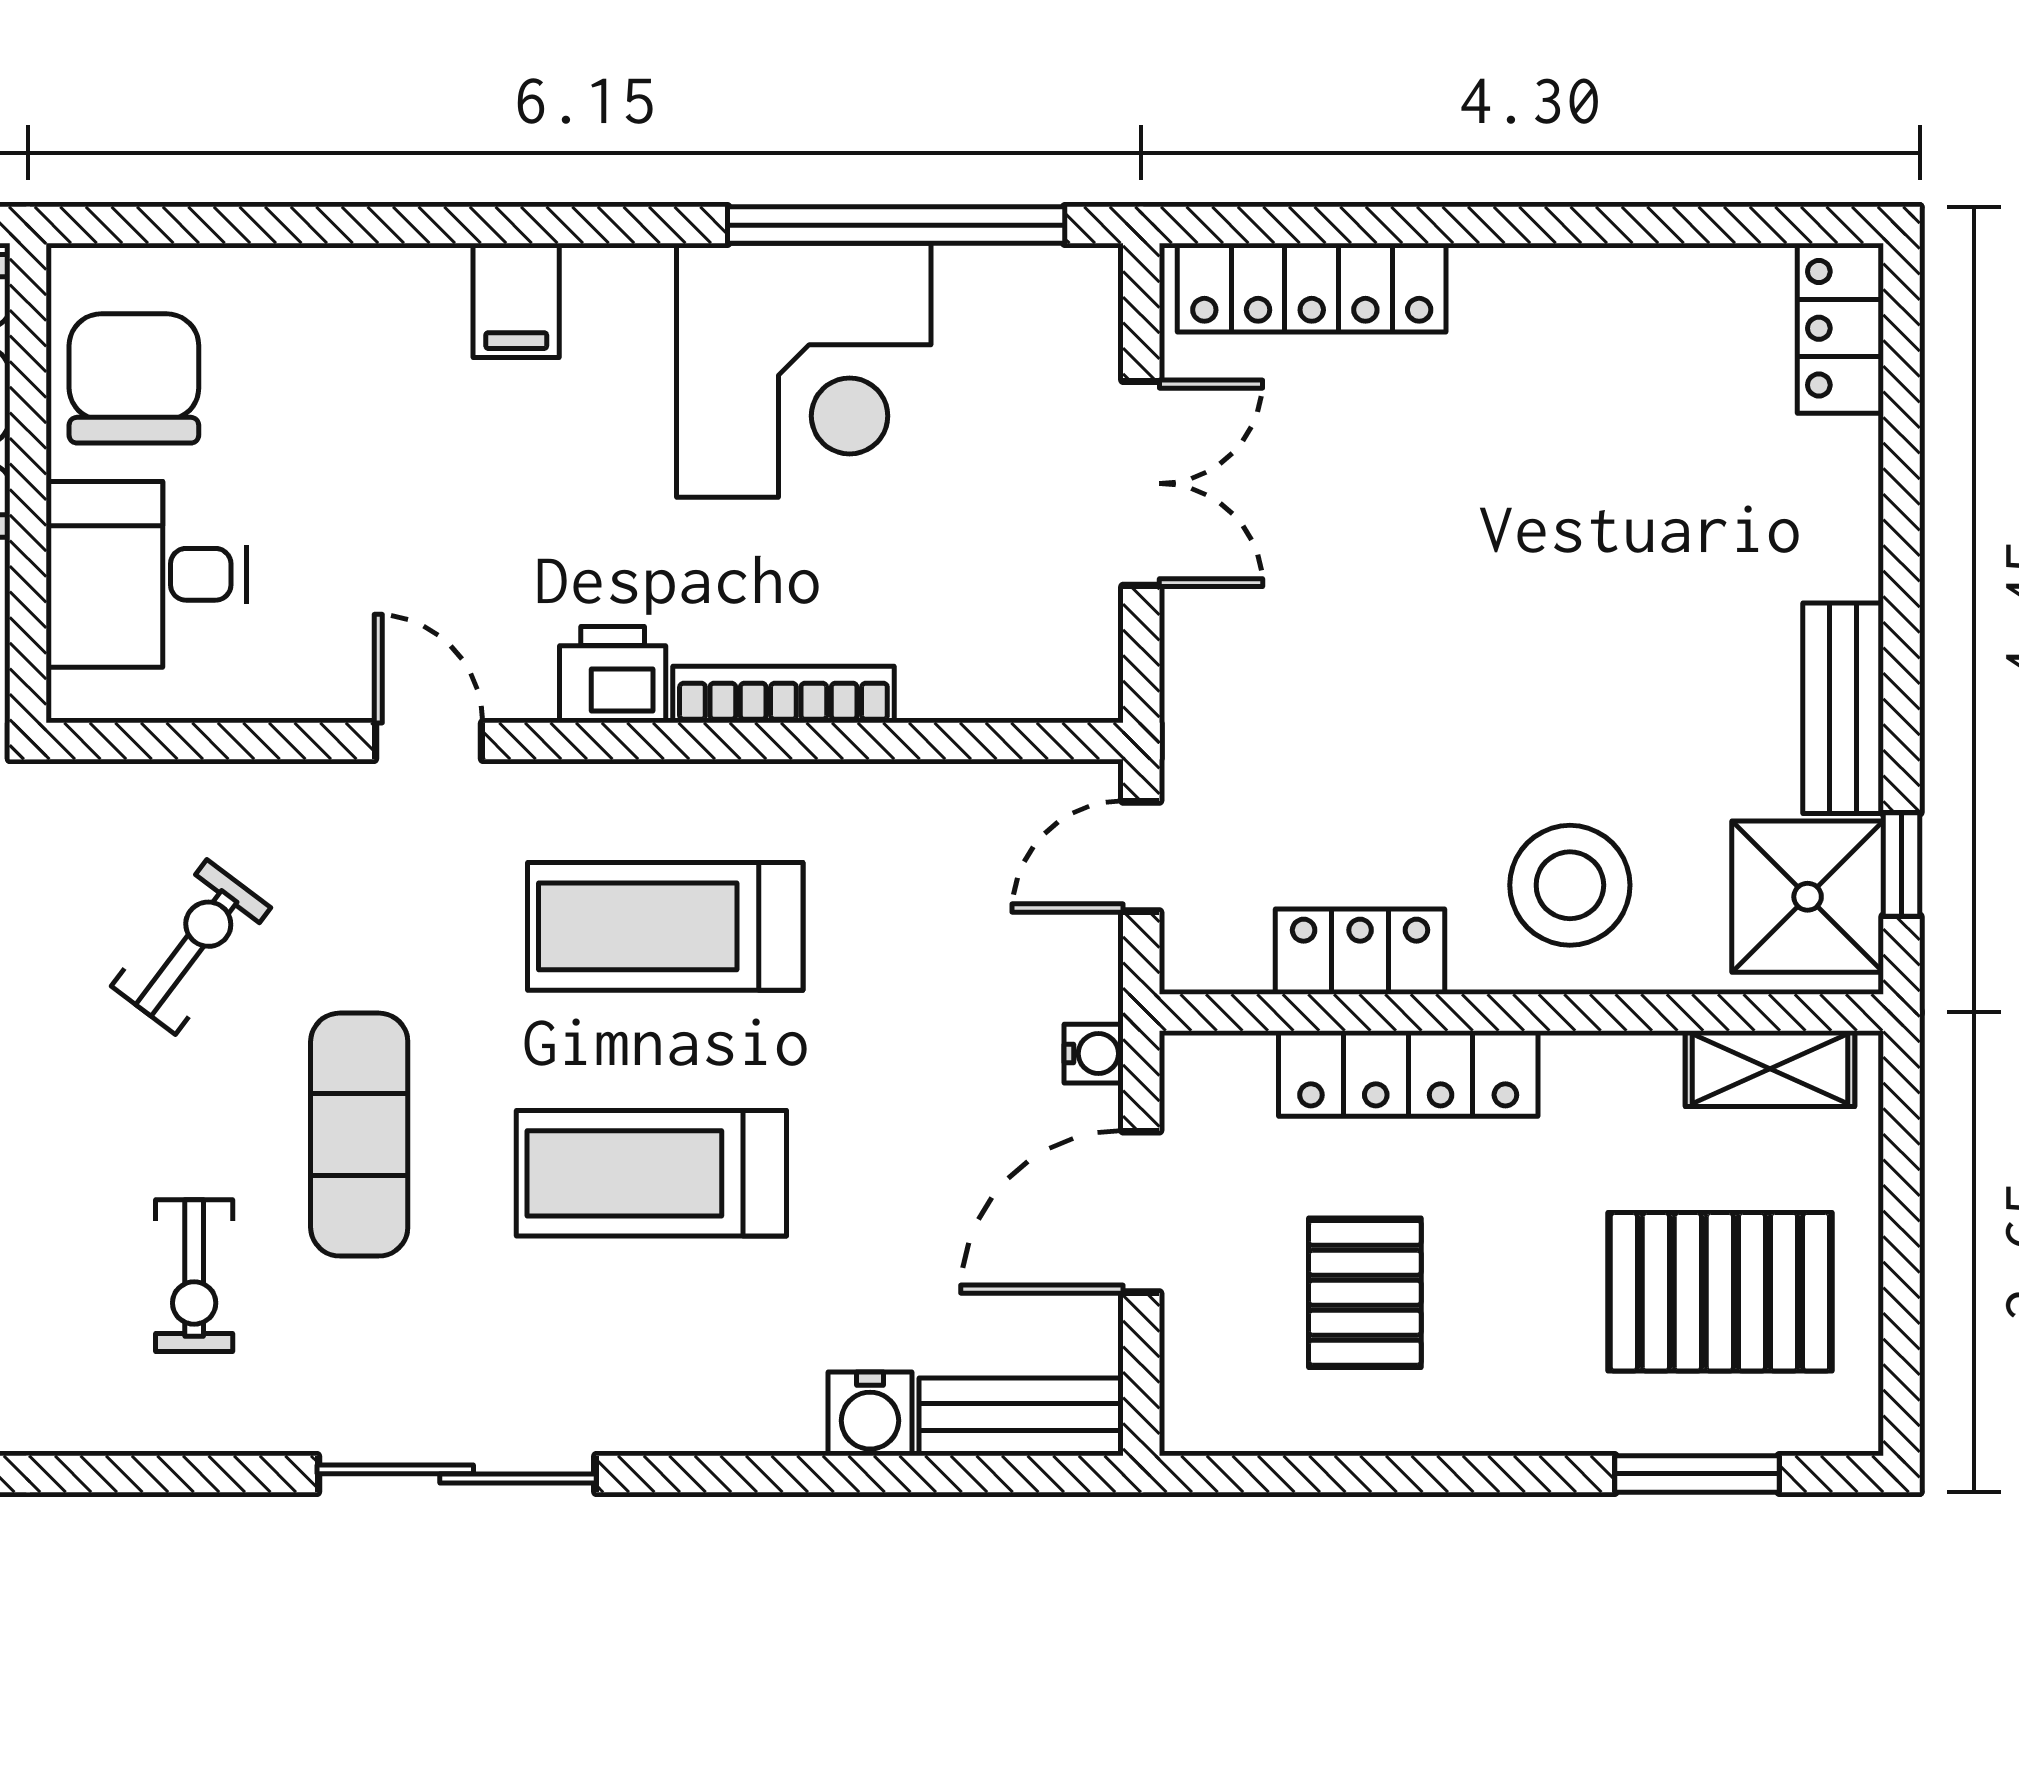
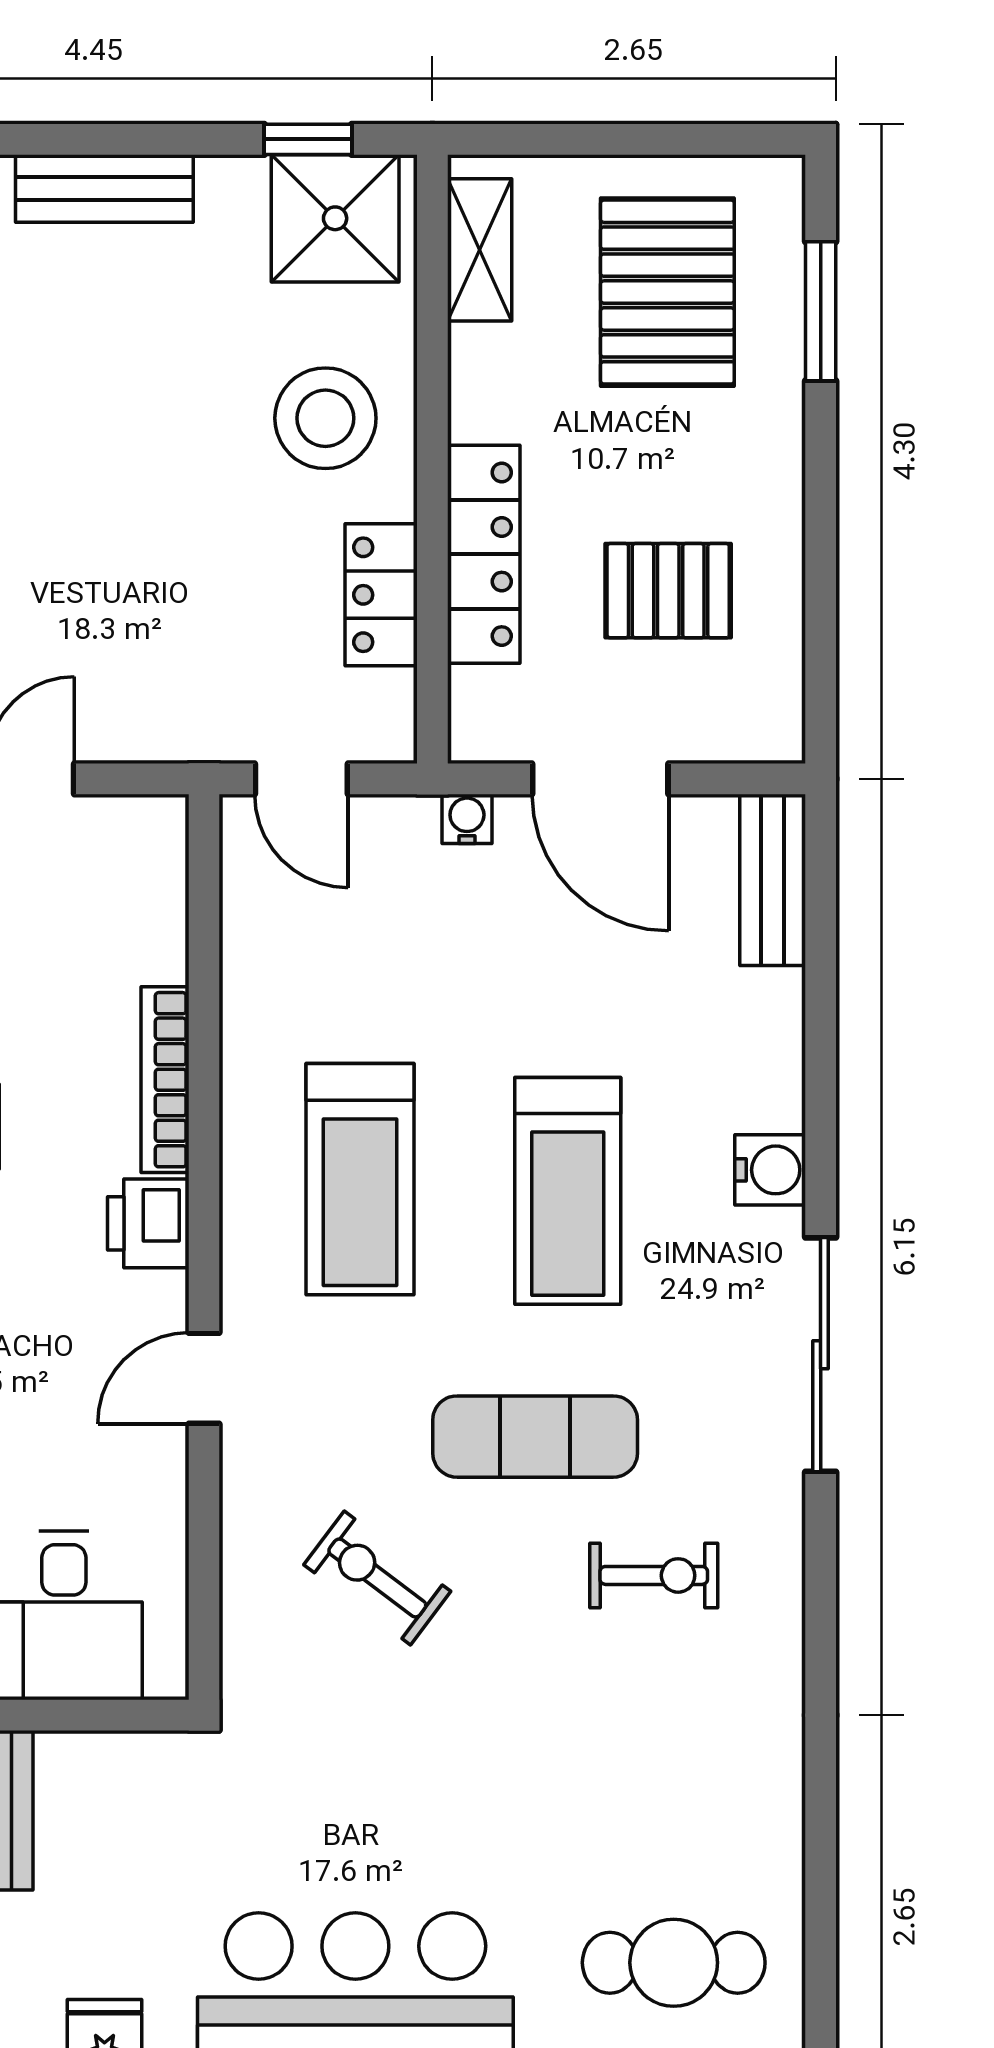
bench: (1843, 708) -> (104, 188), moved
water cooler: (870, 1414) -> (770, 1170), moved

